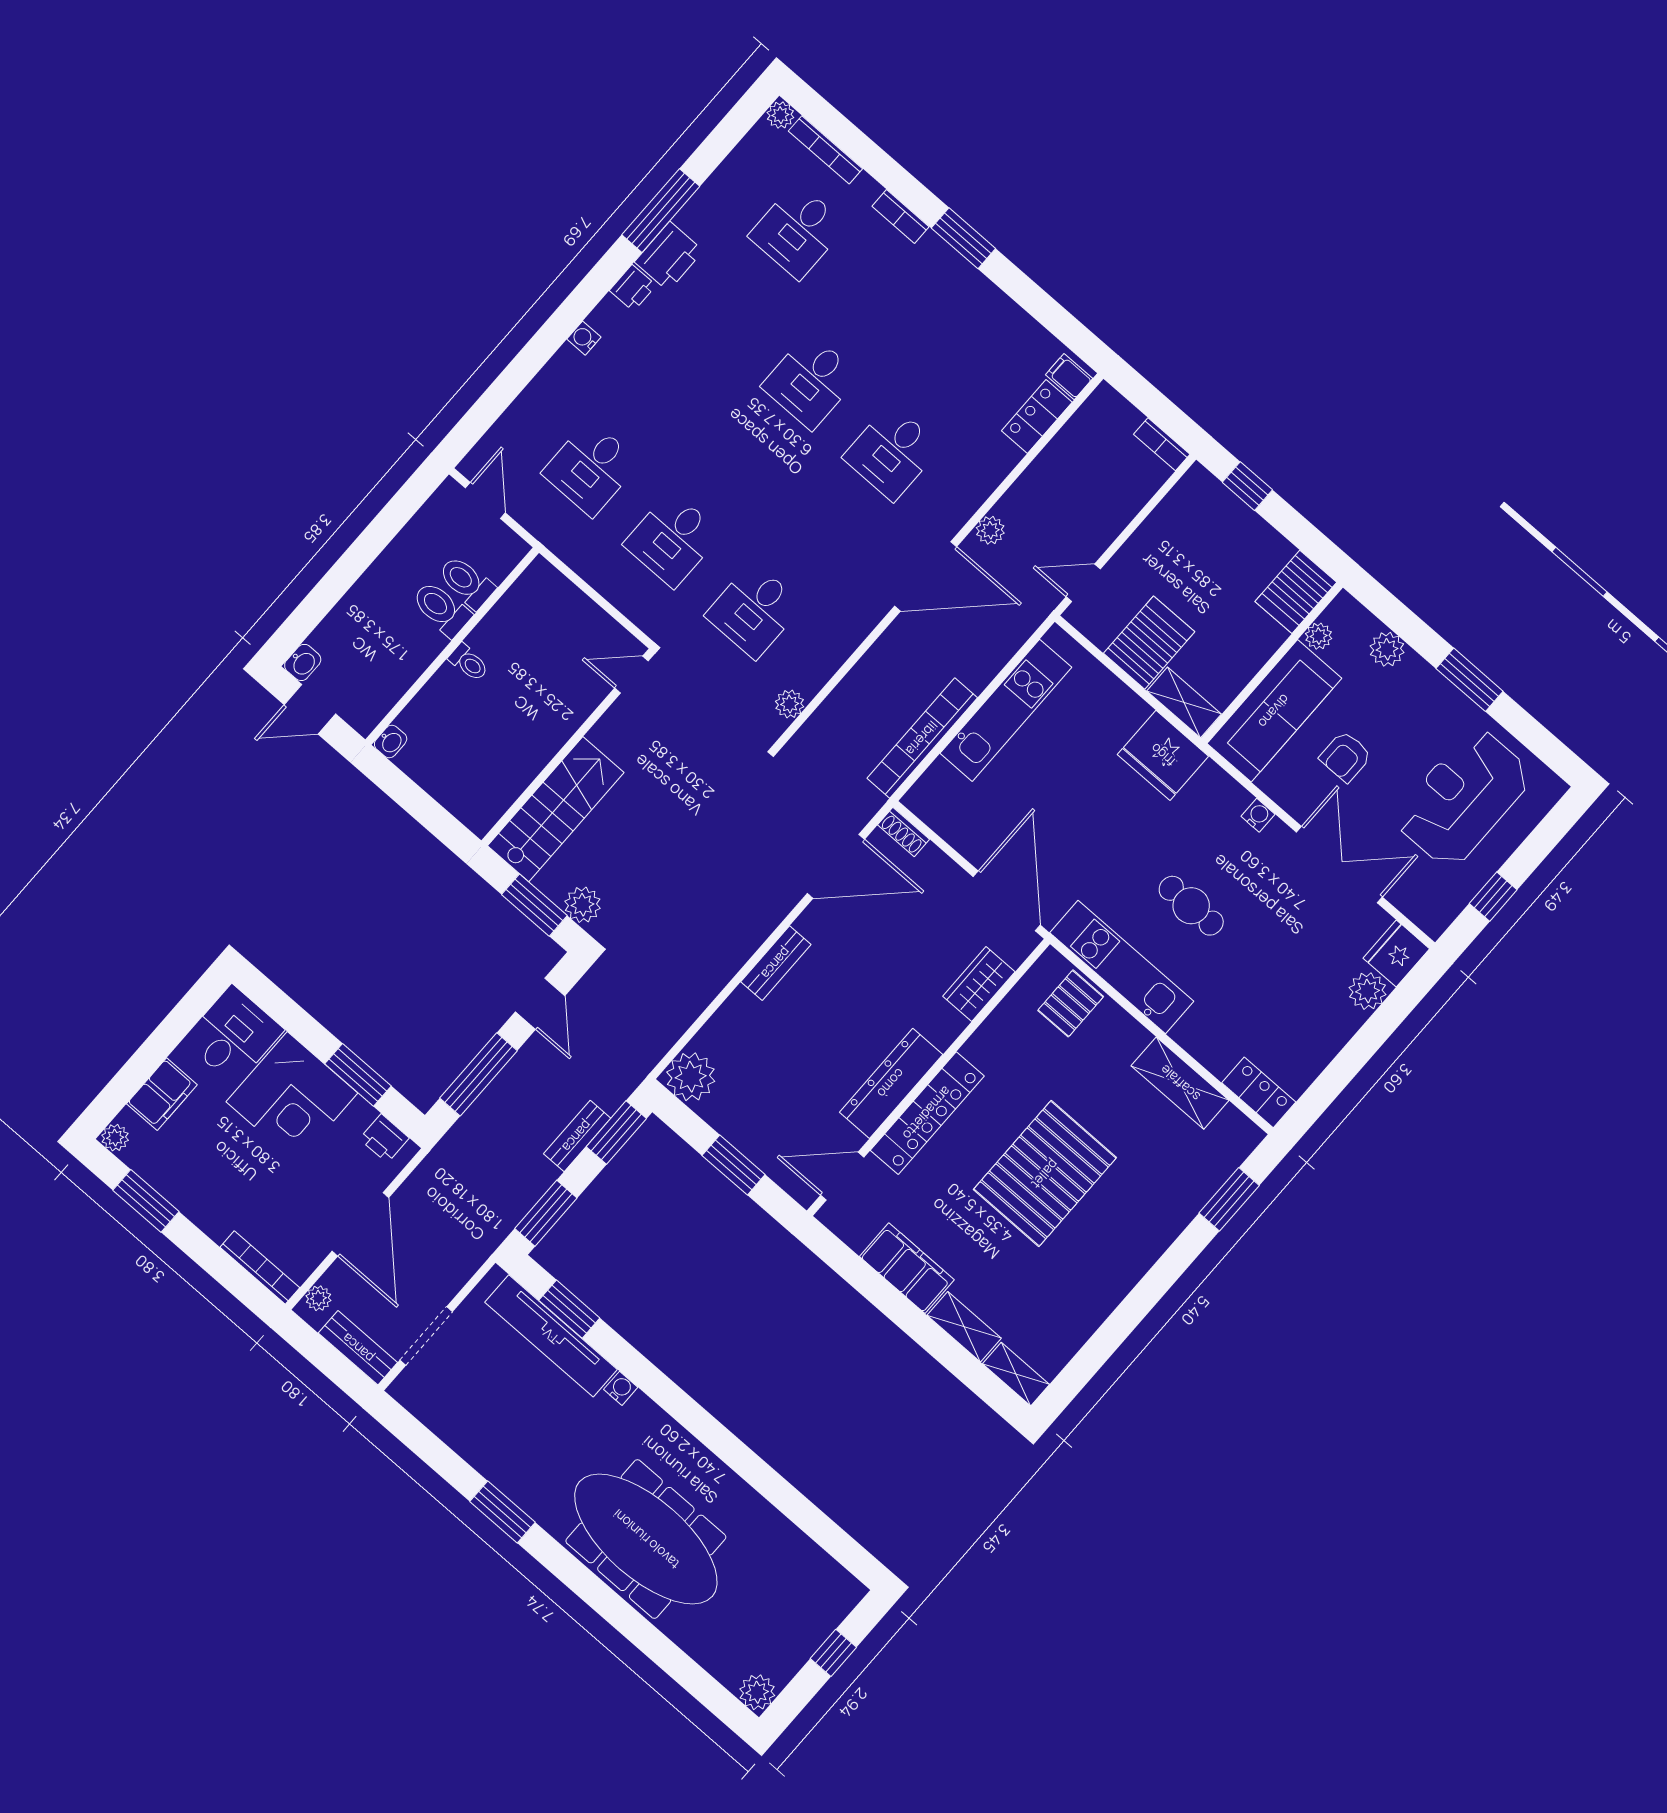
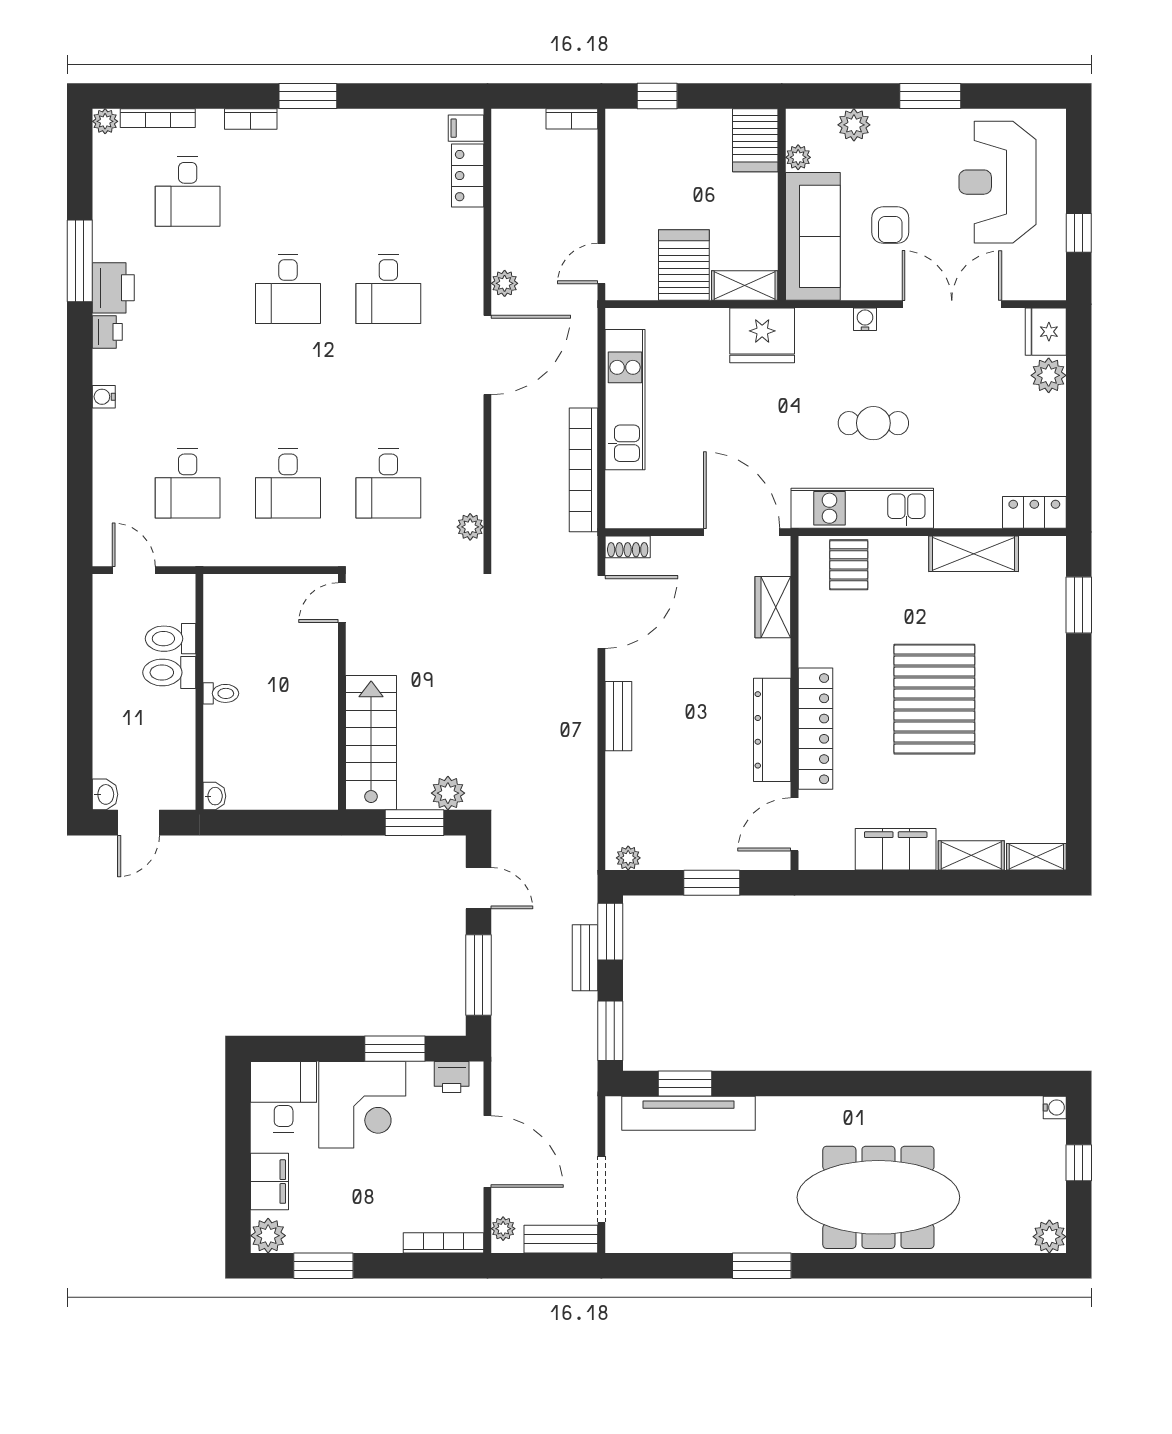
plant: (691, 1077) -> (628, 858), width x0.53, depth x0.53
plant: (115, 1138) -> (268, 1236), width x1.38, depth x1.38
water cooler: (621, 1388) -> (1055, 1107), moved, turned 90

